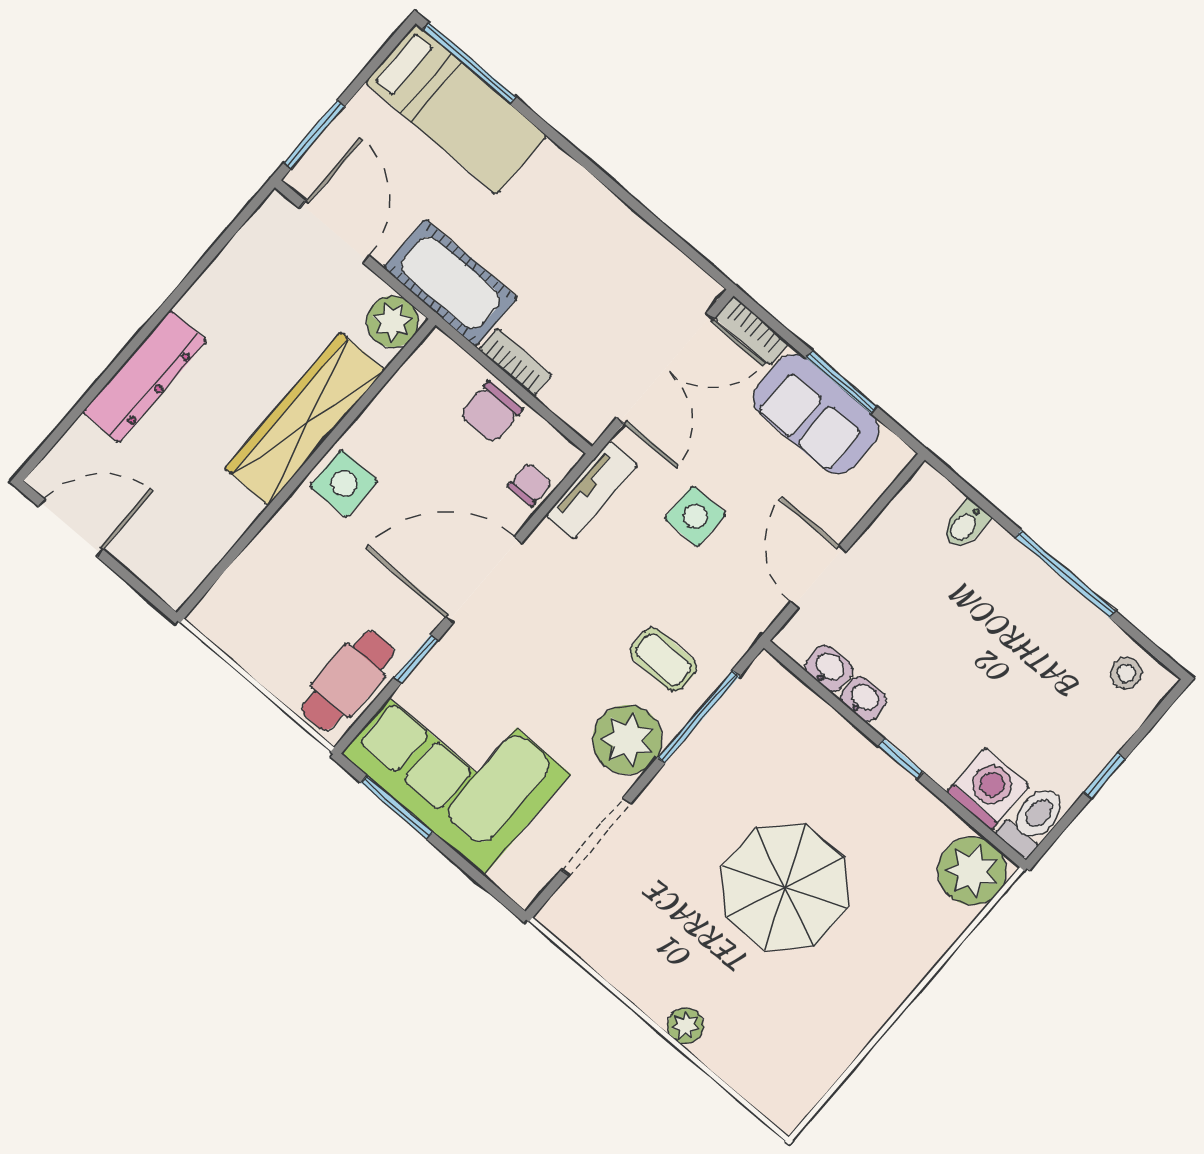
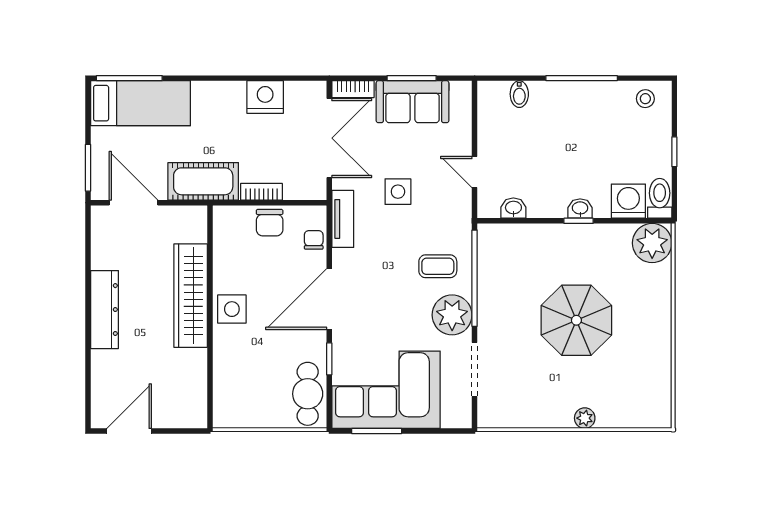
nightstand: (627, 242) -> (265, 97), added
plant: (393, 322) -> (193, 220), removed
dresser: (145, 376) -> (104, 310), moved
door: (818, 577) -> (475, 172), width x0.73
washbasin: (864, 699) -> (580, 208), moved
window: (699, 717) -> (475, 278), width x1.46

